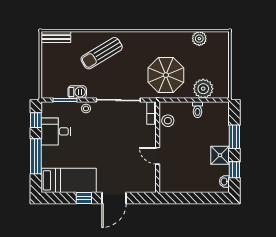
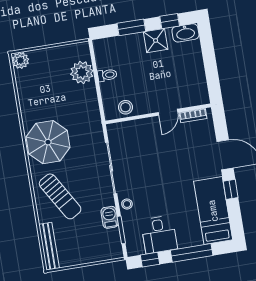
bench: (56, 37) -> (49, 246), width x1.36
plant: (199, 39) -> (20, 60), moved
parasol: (166, 75) -> (48, 142), moved
bookcase: (152, 113) -> (193, 115), moved
washbasin: (224, 181) -> (185, 33), width x1.91, depth x1.45

